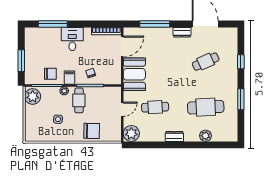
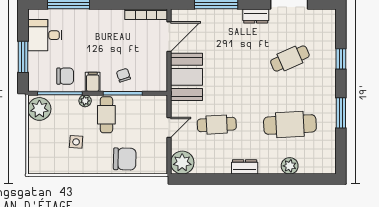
desk: (72, 39) -> (45, 35), moved, turned -90

